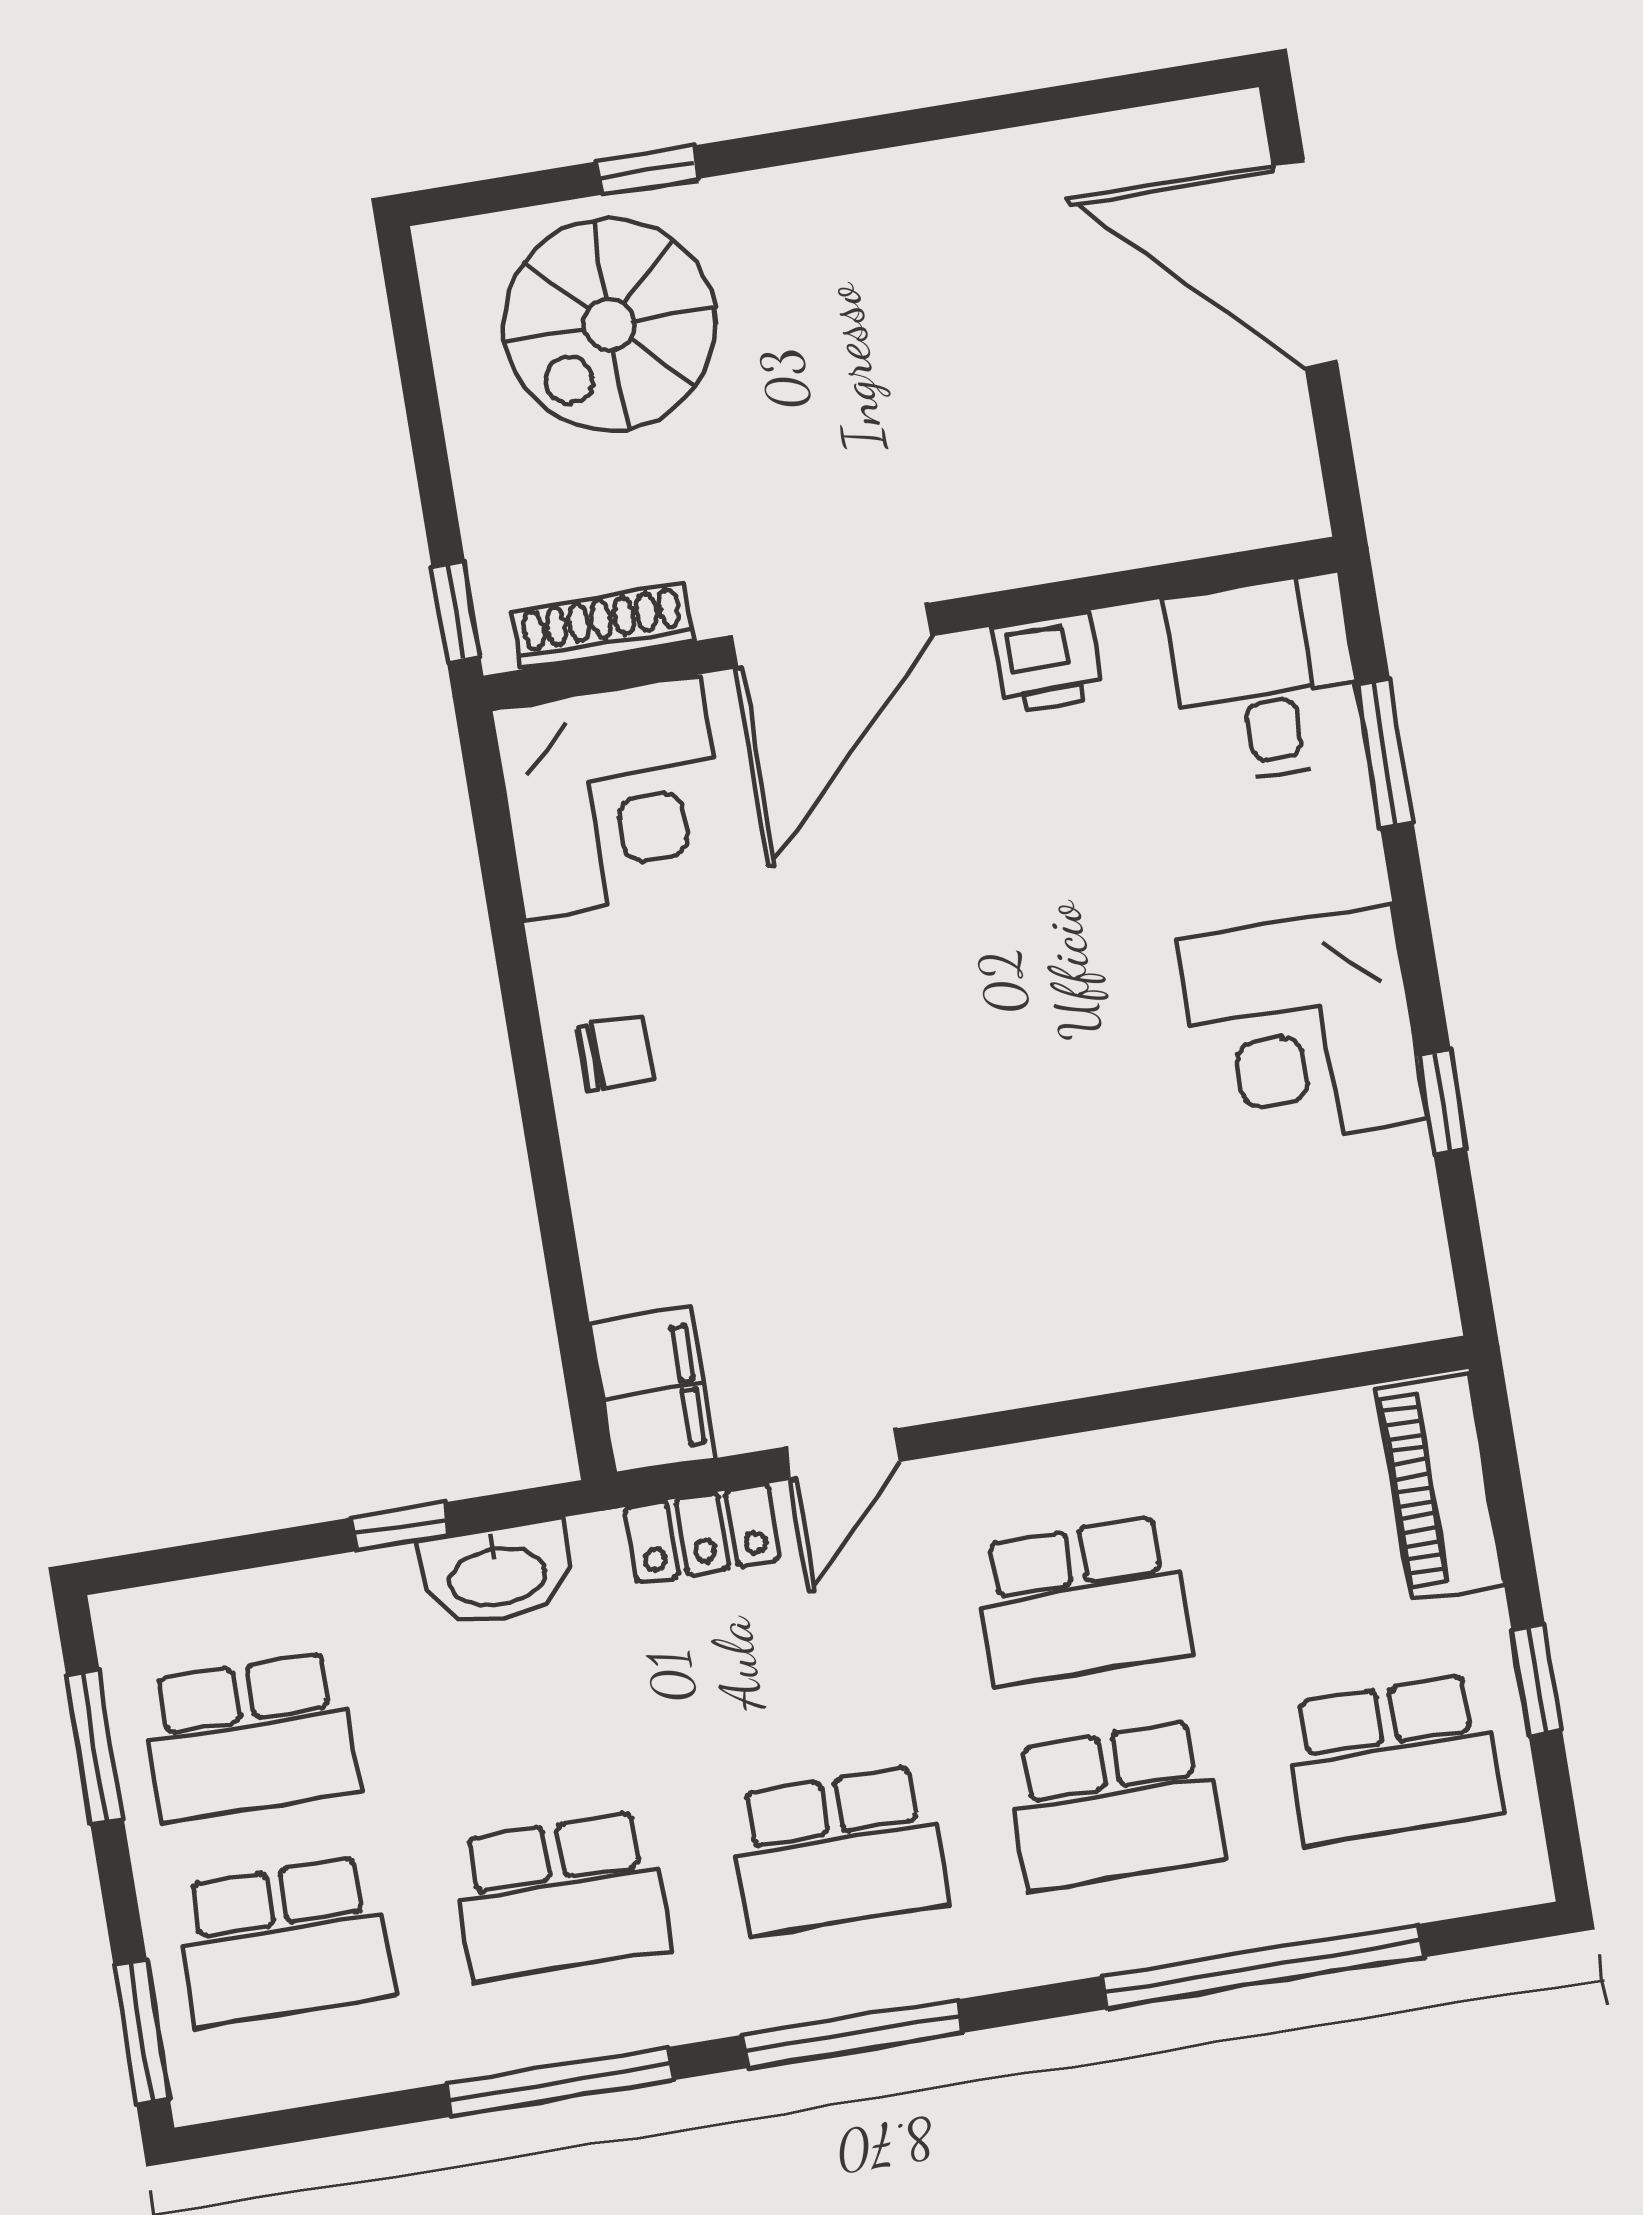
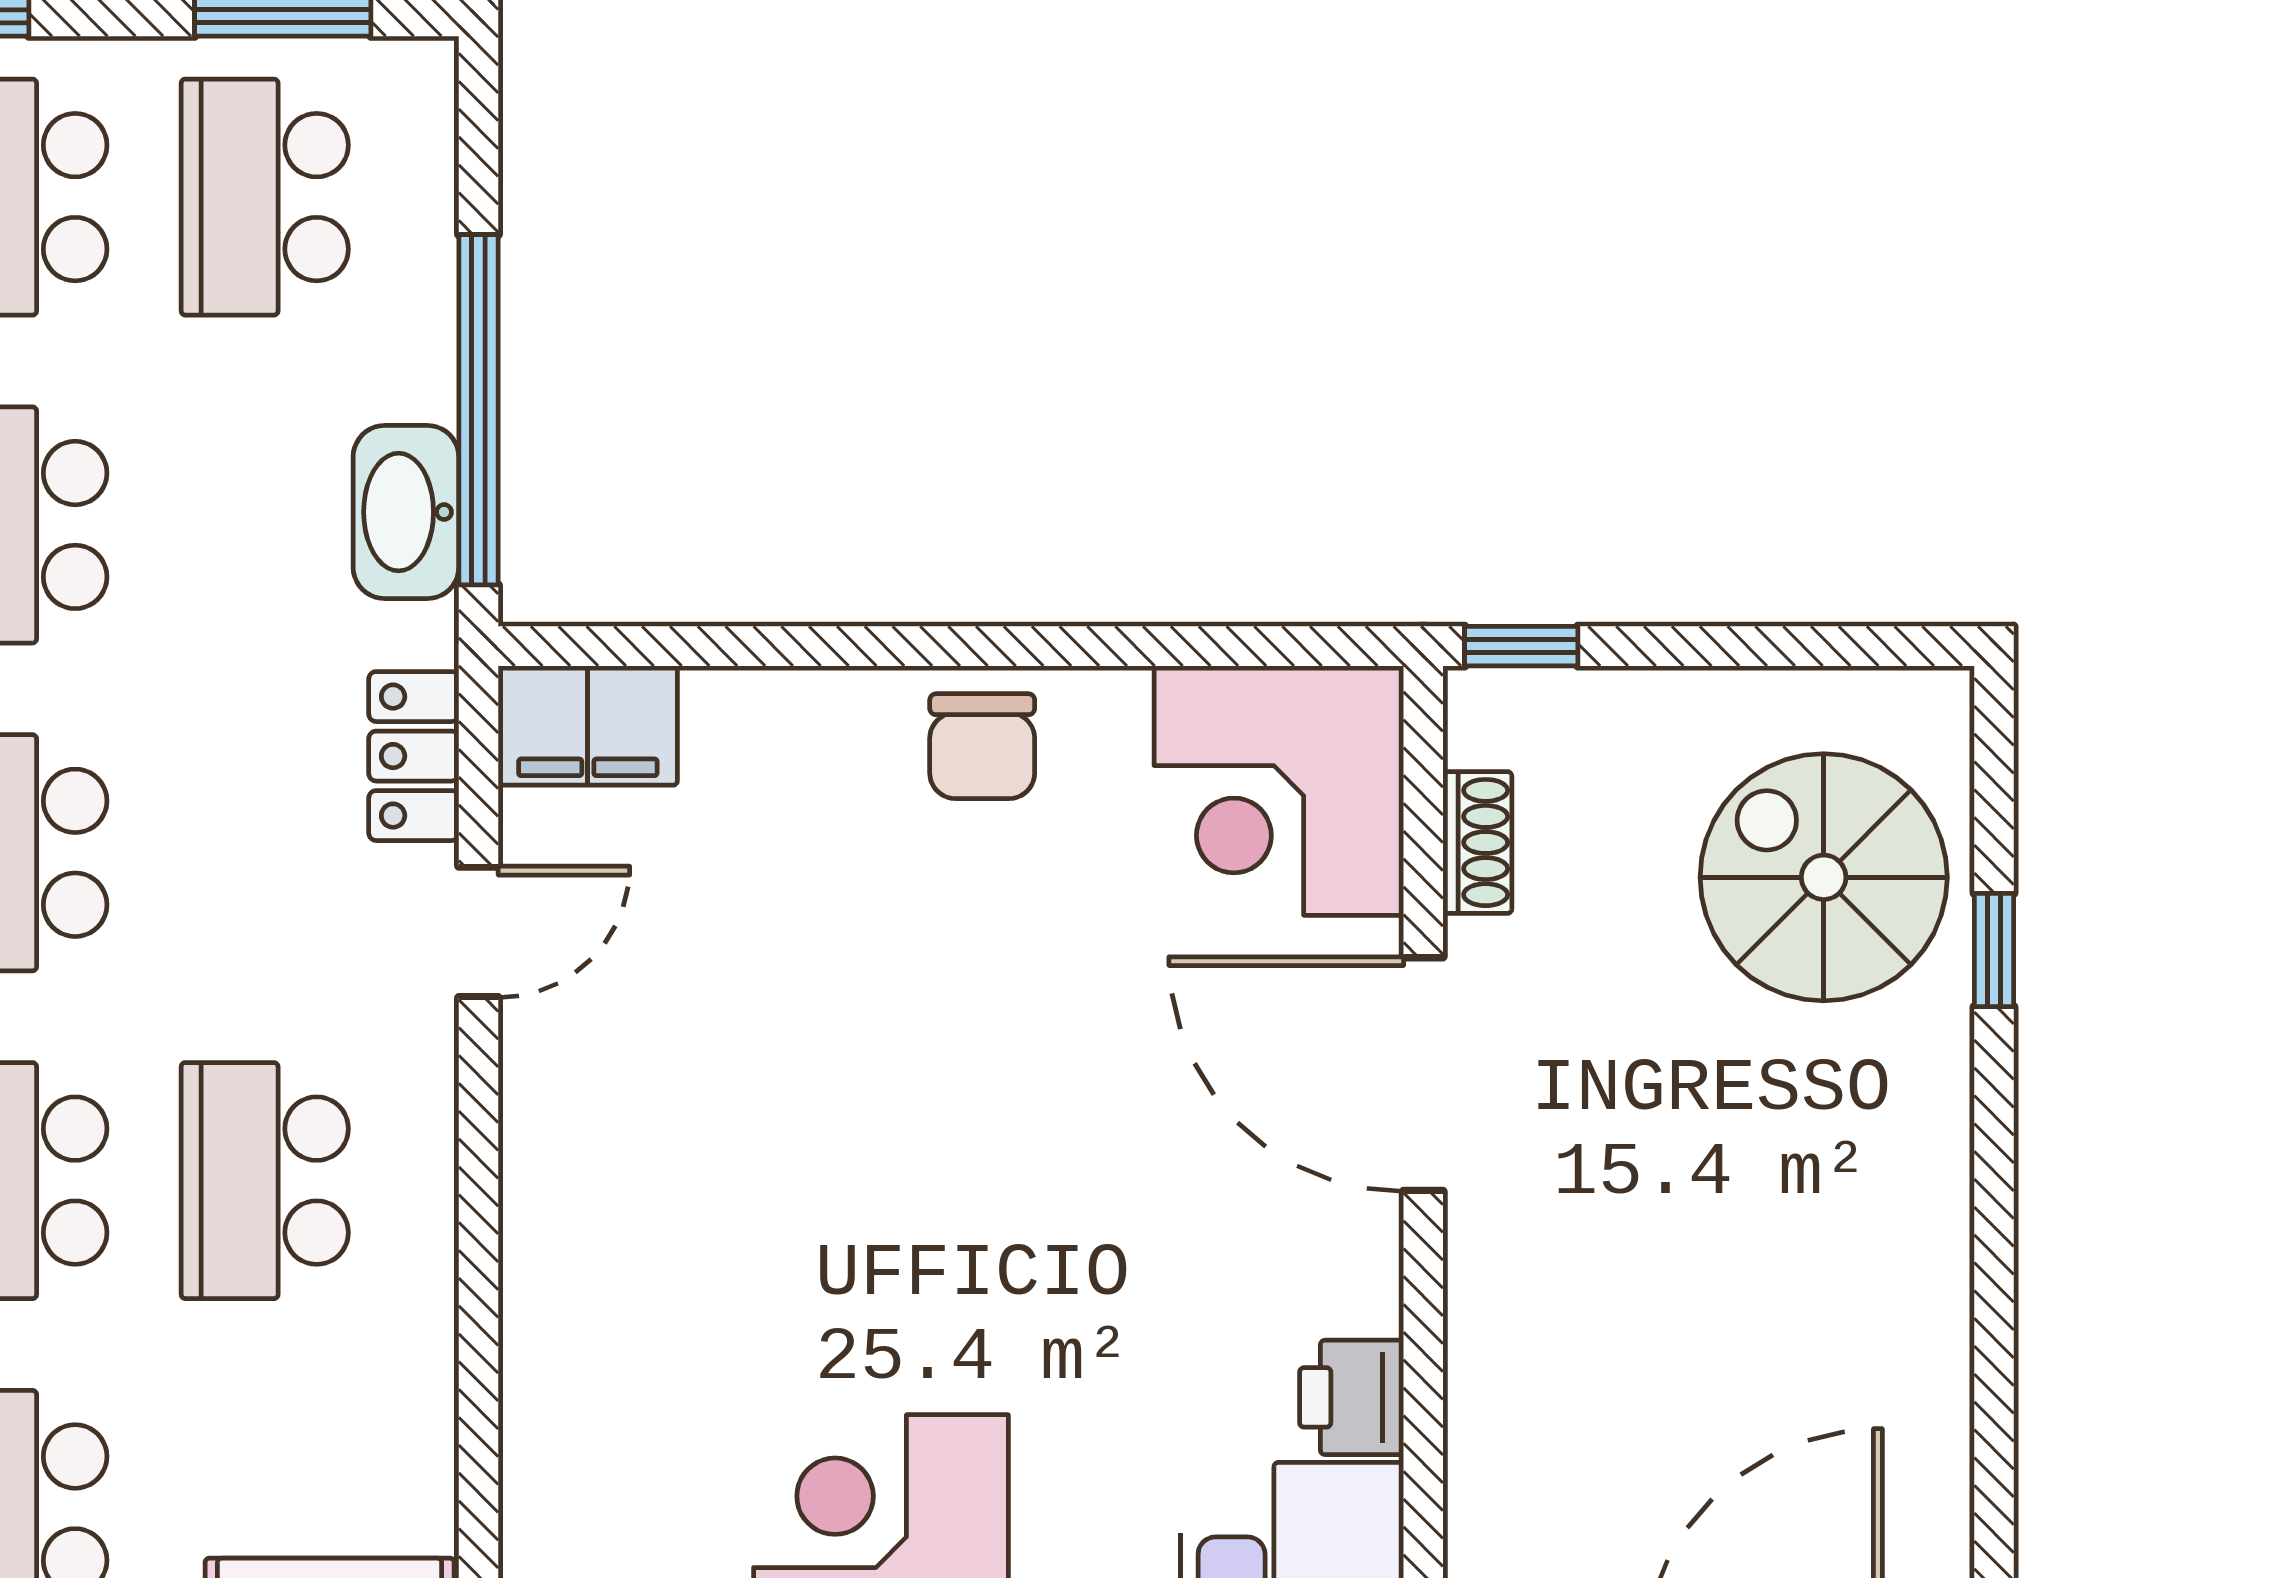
shoe rack: (602, 626) -> (1477, 843), width x0.70
printer: (1048, 662) -> (1352, 1397), moved
chair: (615, 1054) -> (982, 746), width x1.37, depth x1.37
door: (842, 1454) -> (479, 932), swing flipped
window: (400, 1527) -> (479, 410), width x3.17

